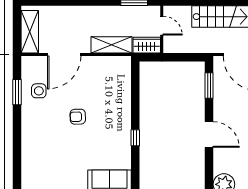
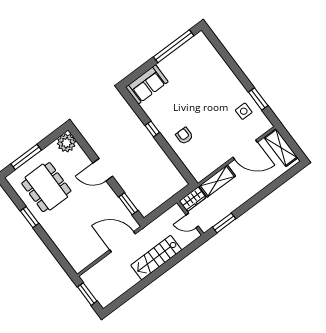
door: (64, 54) -> (245, 150), swing flipped
armchair: (78, 117) -> (184, 136), moved, turned -88

